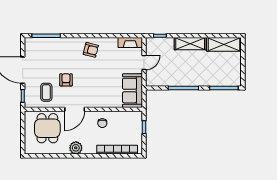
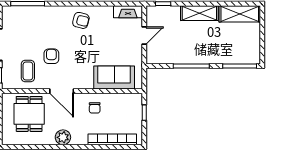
sofa: (132, 91) -> (114, 78), moved, turned 90
door: (75, 109) -> (62, 91), hinge flipped

